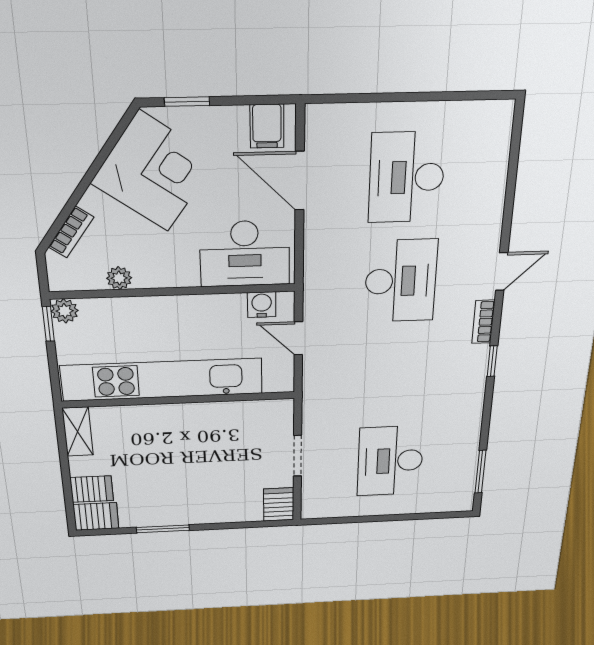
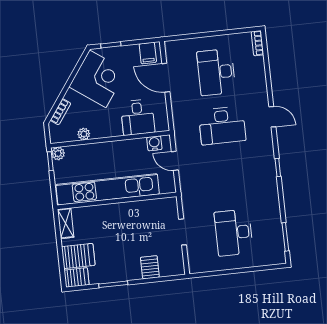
desk: (245, 254) -> (138, 117), width x0.73
door: (502, 272) -> (272, 117), hinge flipped
desk: (401, 281) -> (222, 126), turned 90
bookcase: (483, 322) -> (257, 43), moved
server rack: (92, 489) -> (78, 256), width x1.36, depth x1.44
server rack: (279, 504) -> (150, 267), moved

